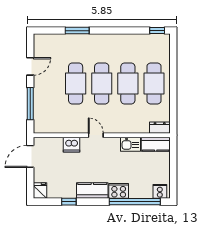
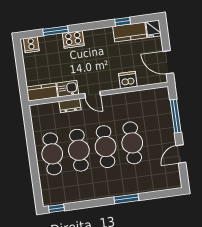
window: (77, 31) -> (126, 199), moved
dresser: (160, 128) -> (70, 106), moved
door: (96, 135) -> (93, 95), moved
door: (30, 156) -> (168, 62), swing flipped
kitchen counter: (92, 191) -> (130, 32), moved
window: (135, 202) -> (55, 31), width x0.47

